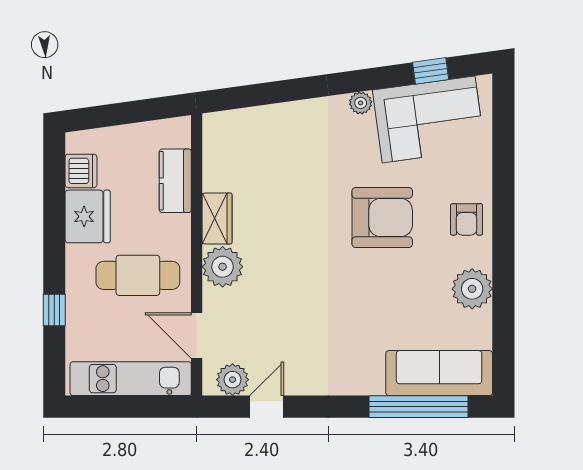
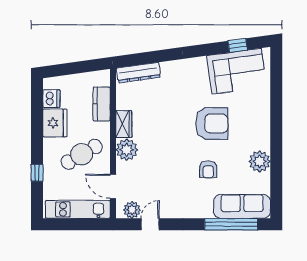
plant: (361, 103) -> (200, 62), removed
dresser: (245, 122) -> (138, 73), added
armchair: (467, 219) -> (208, 169), moved
cafe table: (138, 275) -> (82, 154), turned -30

